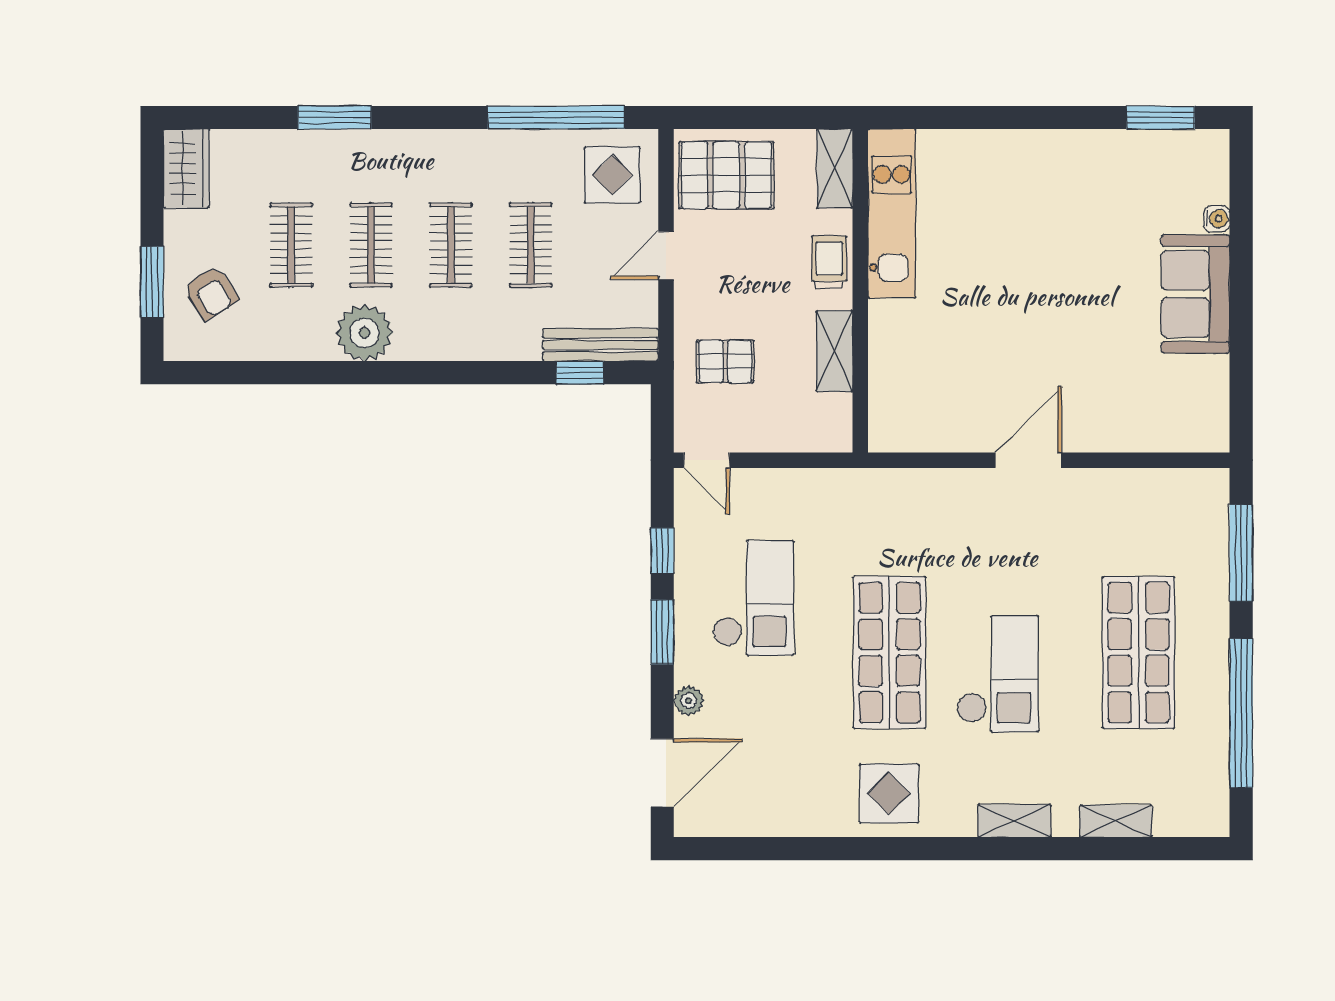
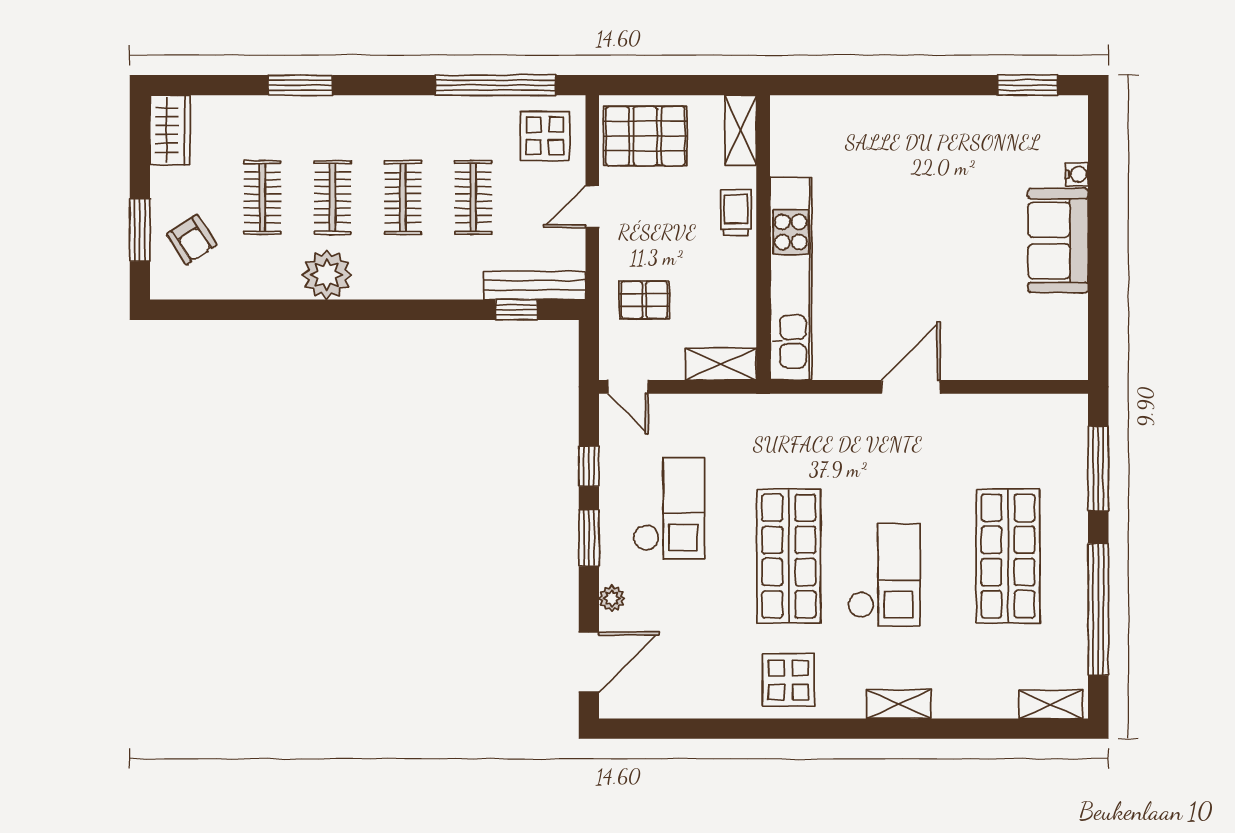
kitchen unit: (892, 213) -> (791, 279), moved, width x1.36
shelving: (834, 351) -> (721, 364), moved, turned 90
shelving: (1116, 821) -> (1051, 704), moved

